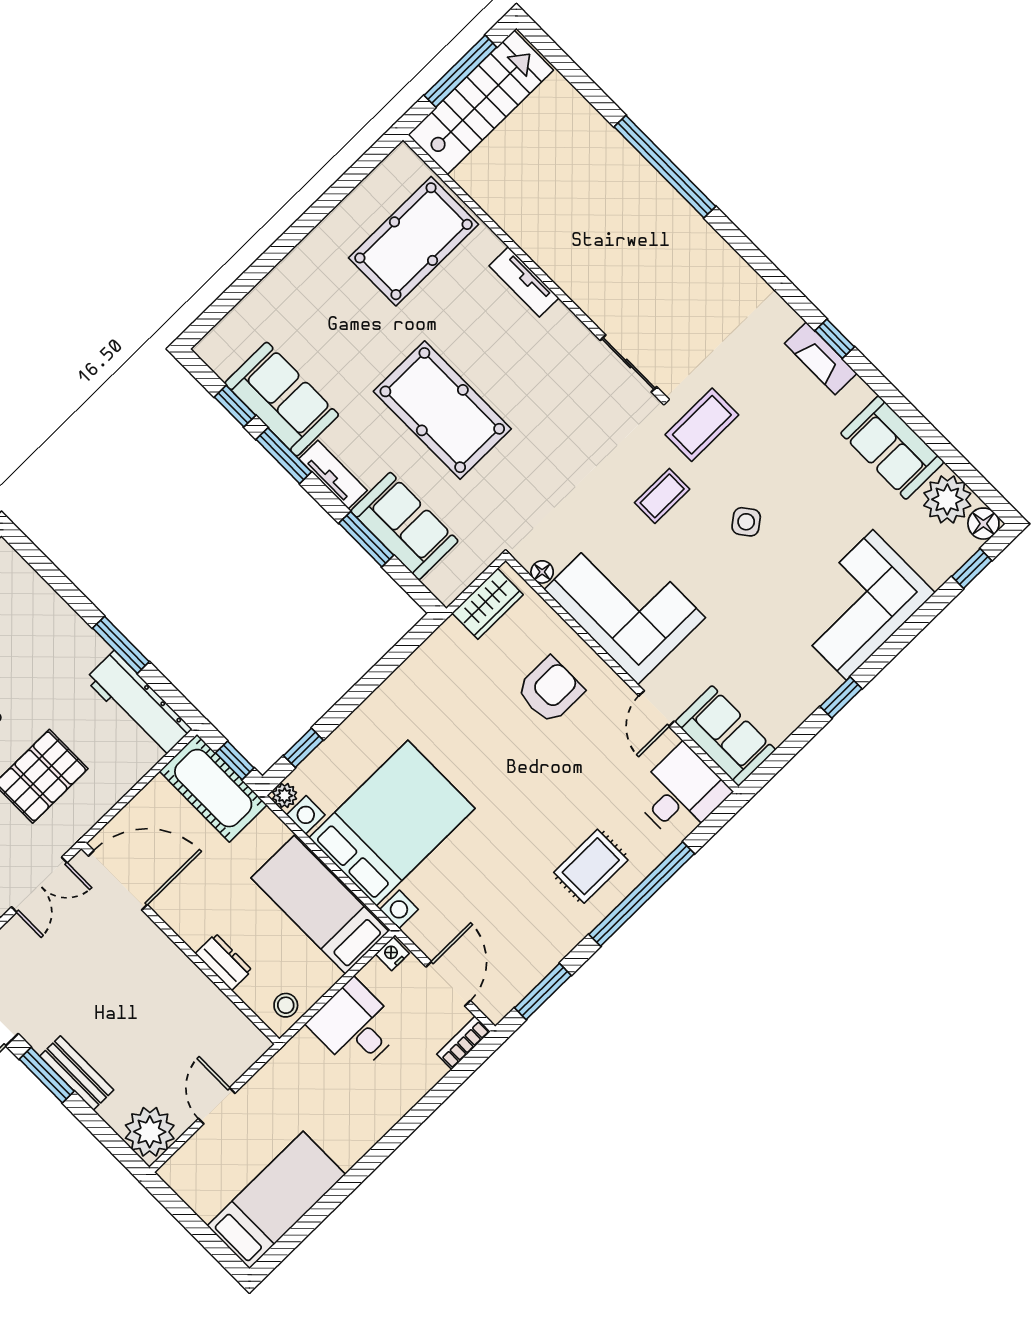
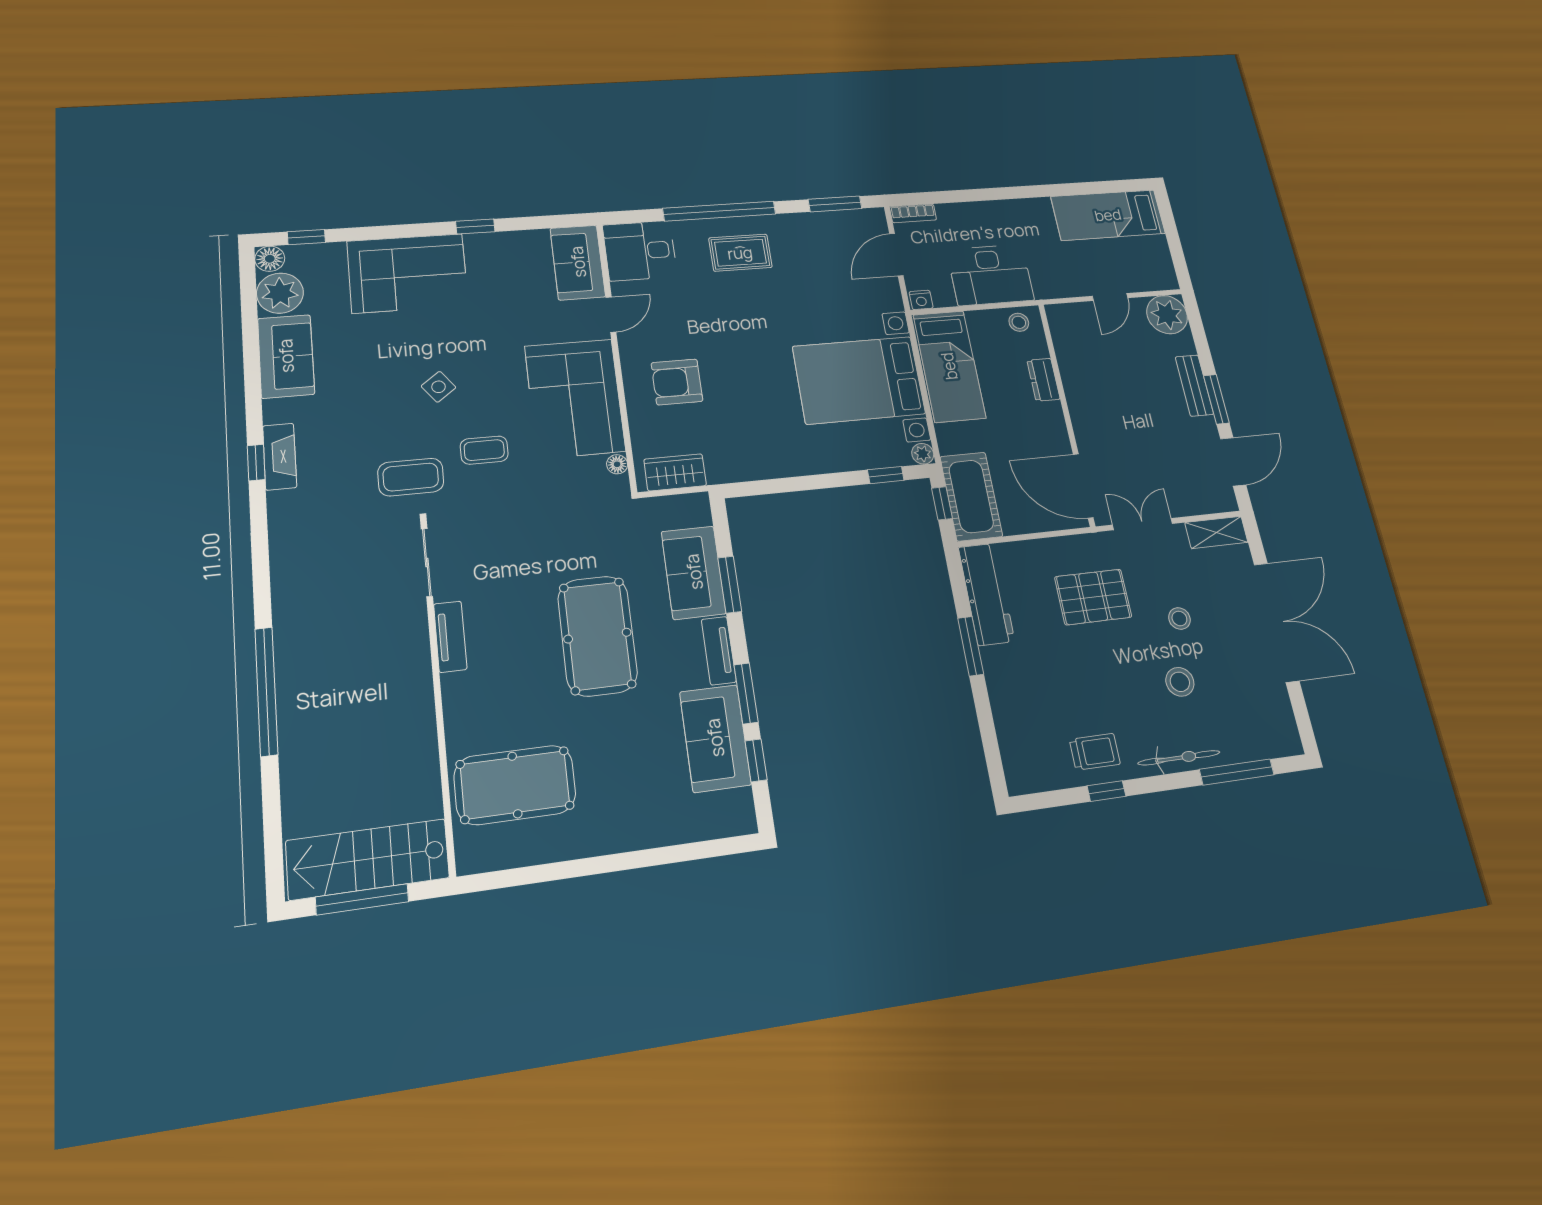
tv unit: (524, 282) -> (450, 637), moved
desk: (355, 1026) -> (990, 275), width x1.37

